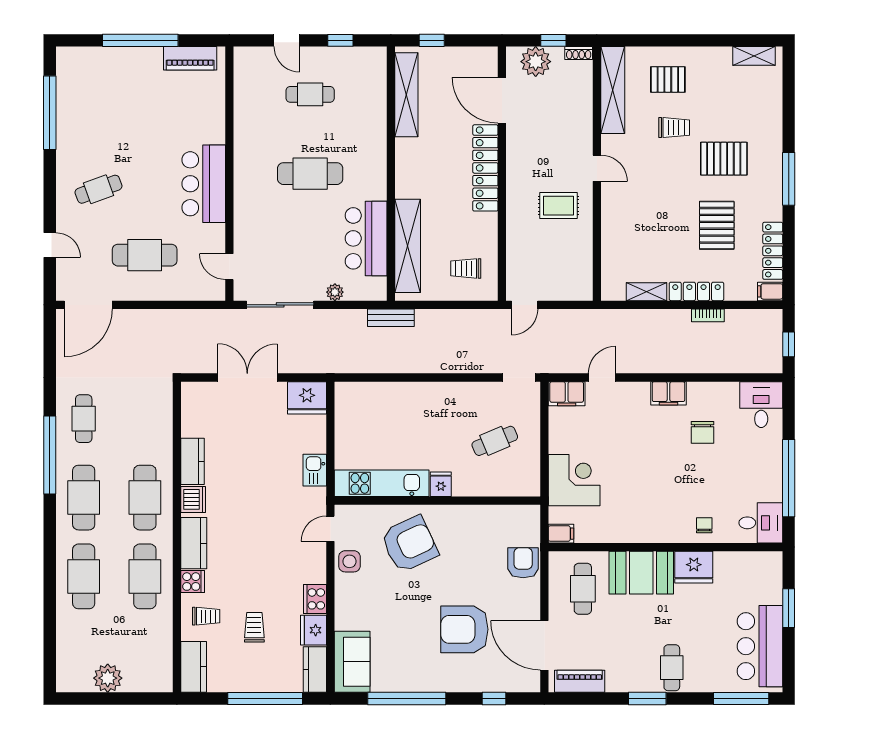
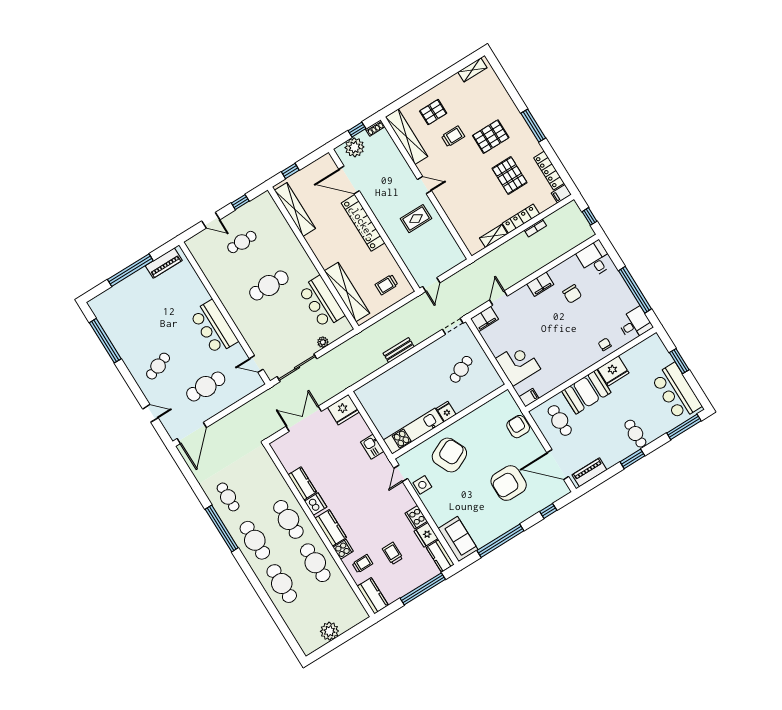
bench: (391, 318) -> (399, 350), moved

